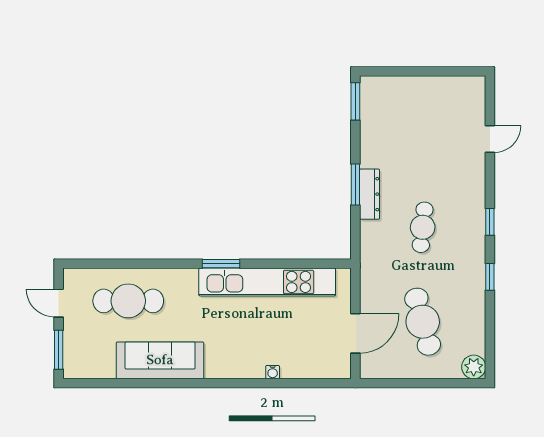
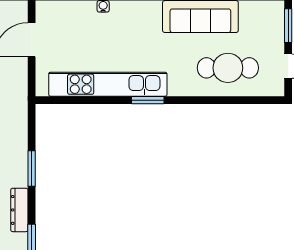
dresser: (370, 194) -> (19, 210), moved

